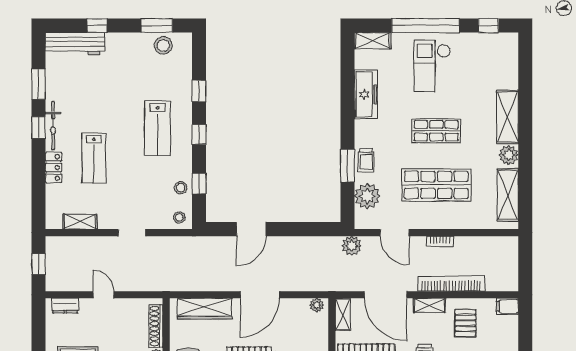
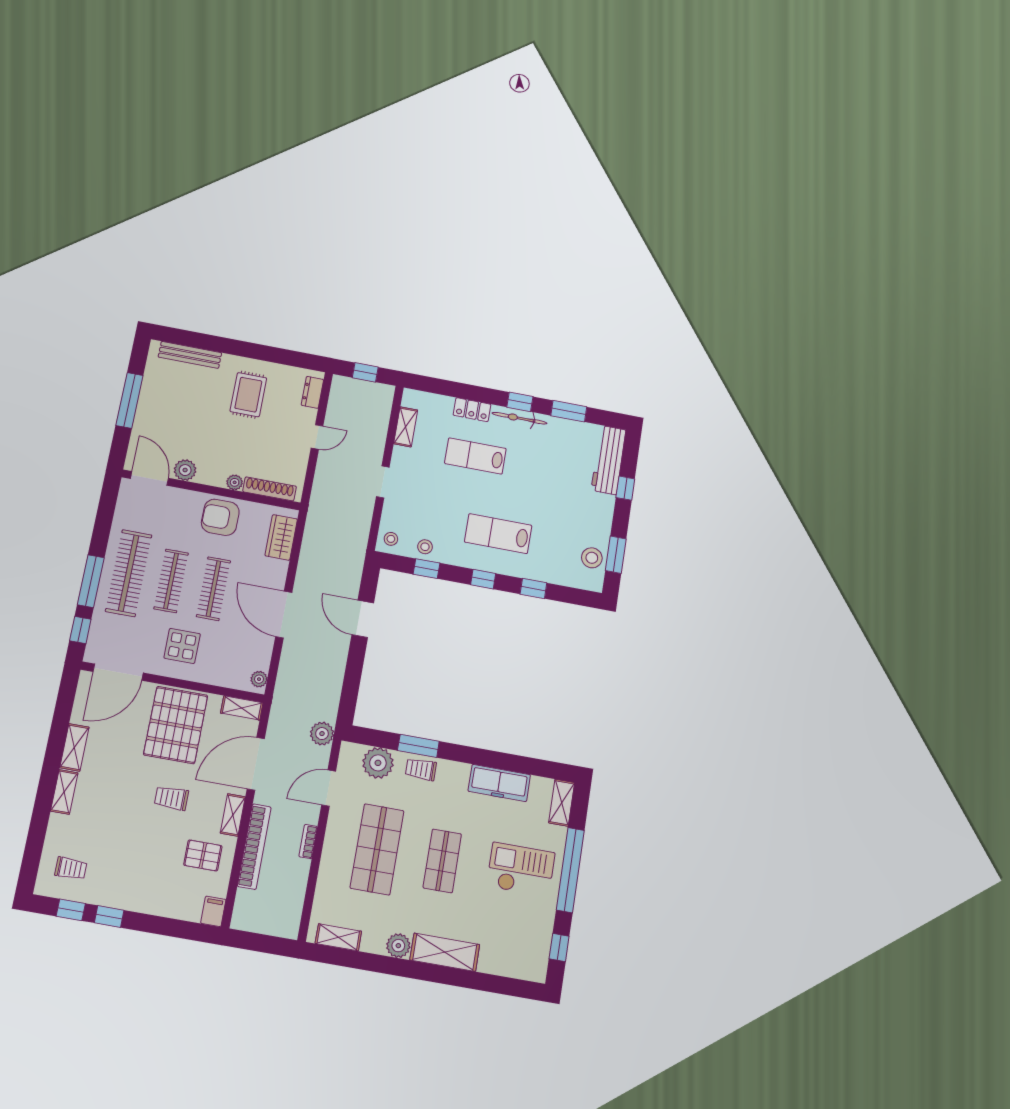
shelving: (508, 195) -> (338, 937), width x0.67, depth x0.75
wardrobe: (205, 309) -> (281, 537), width x0.67

